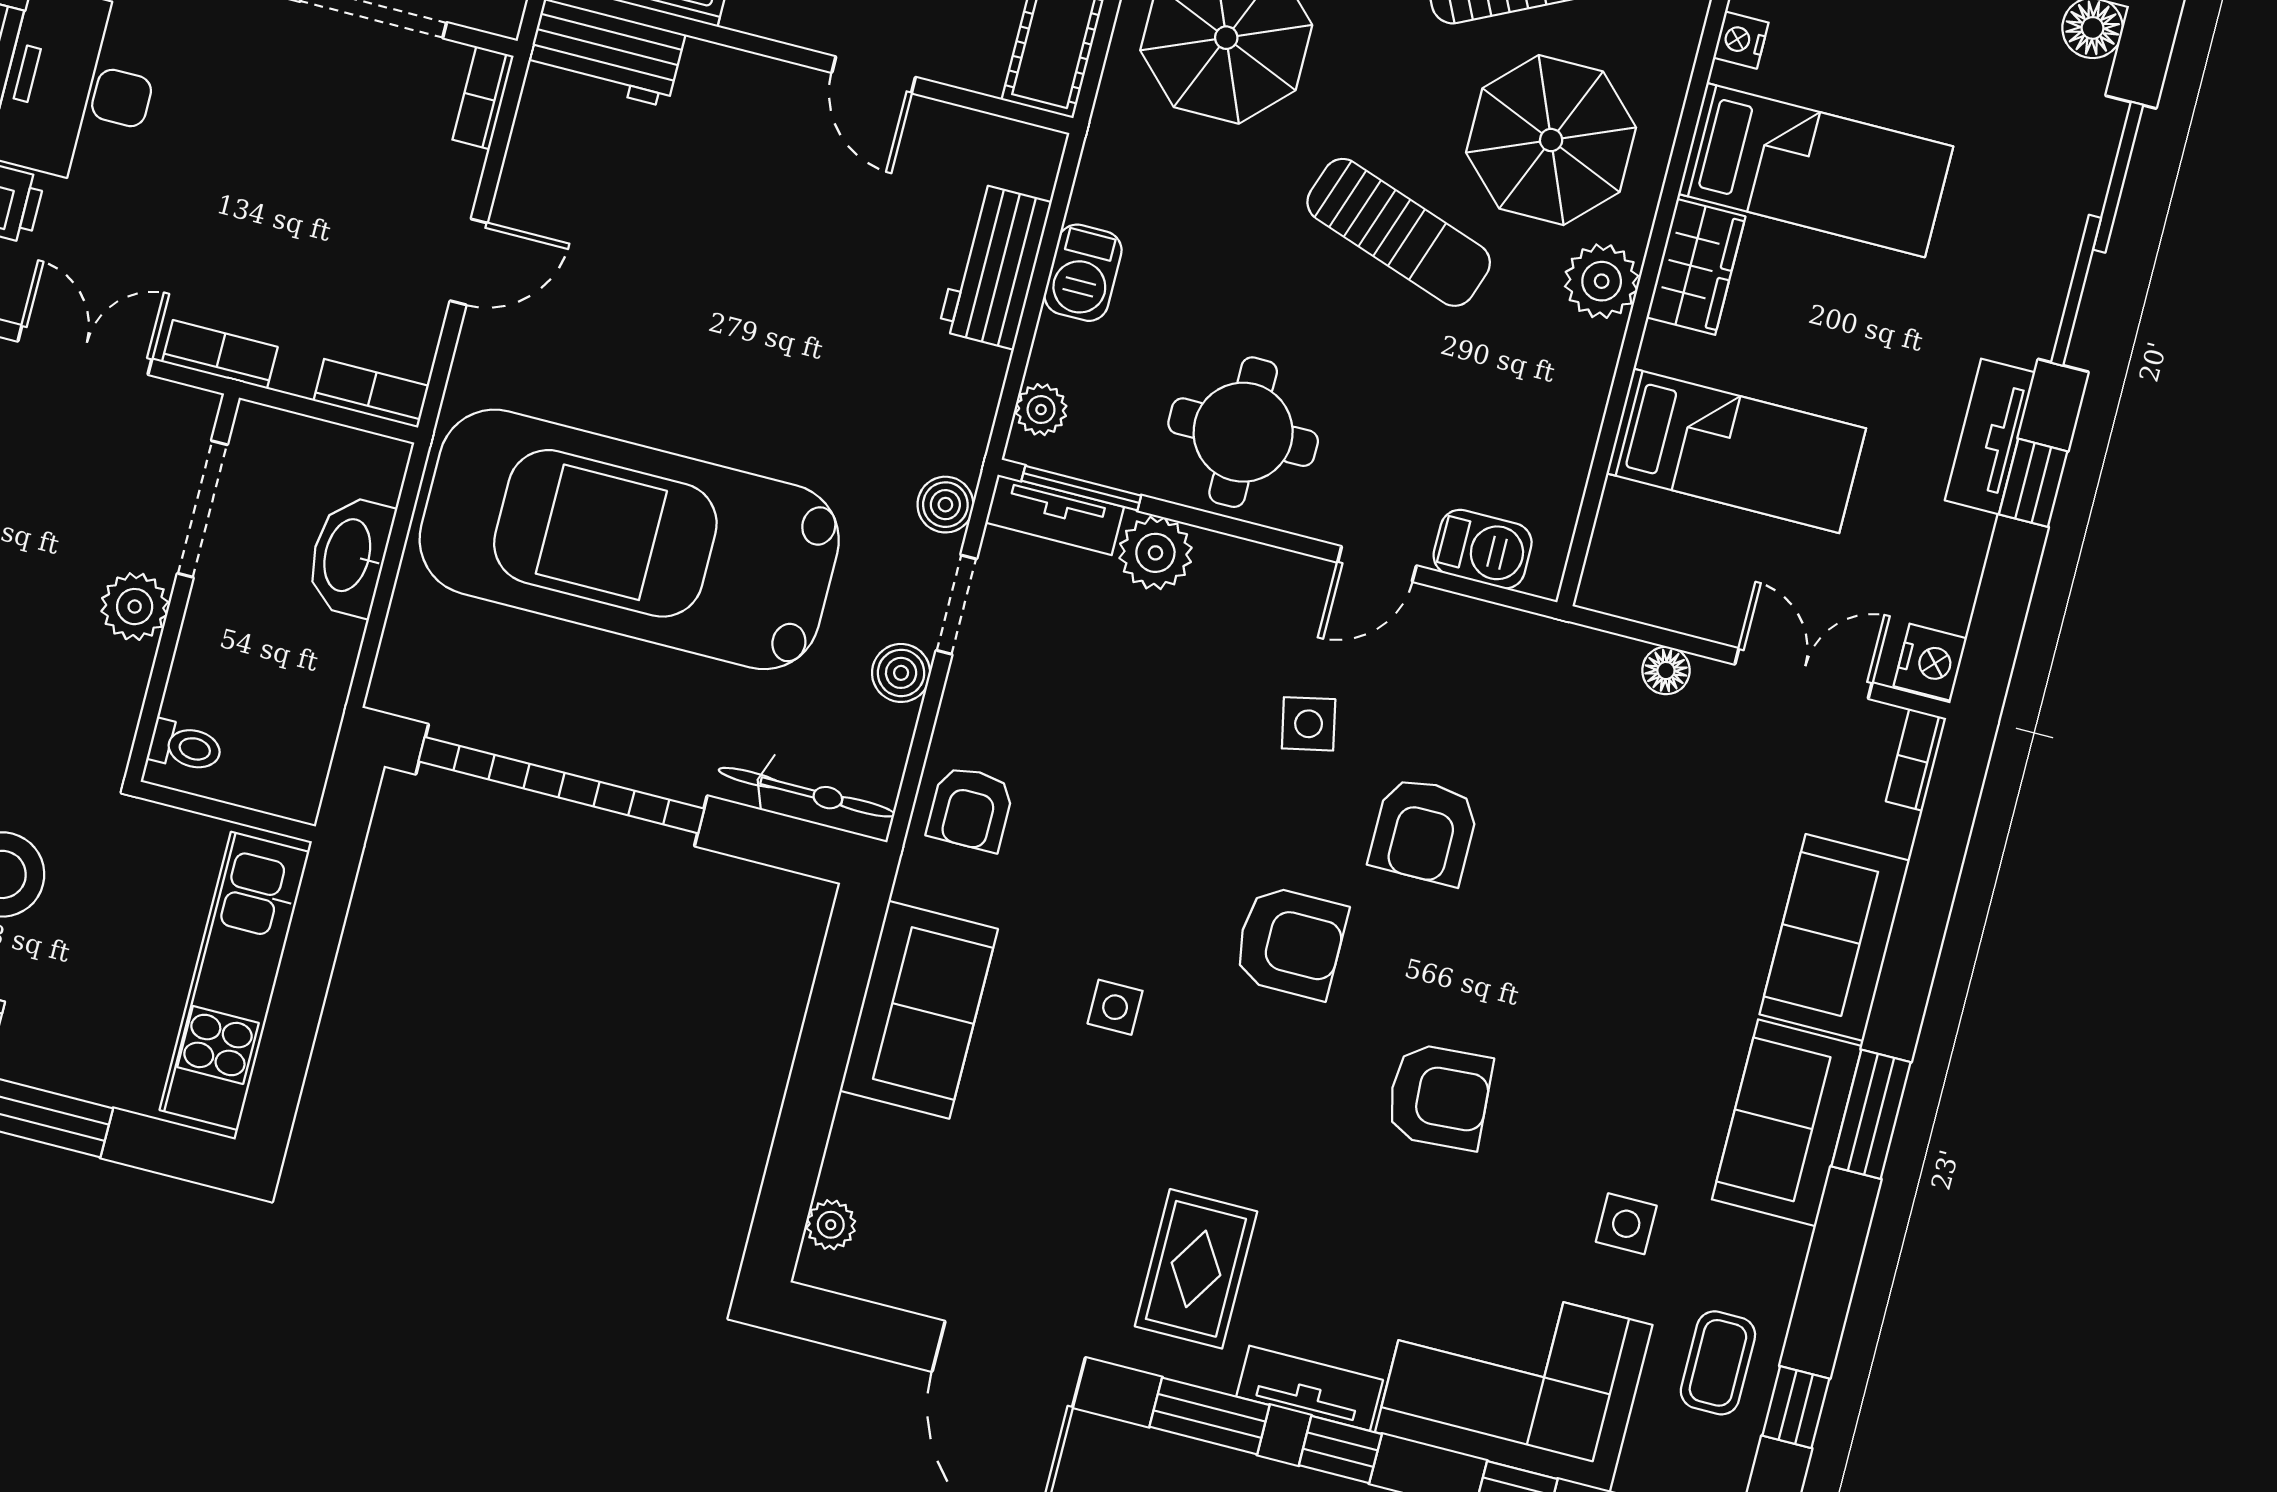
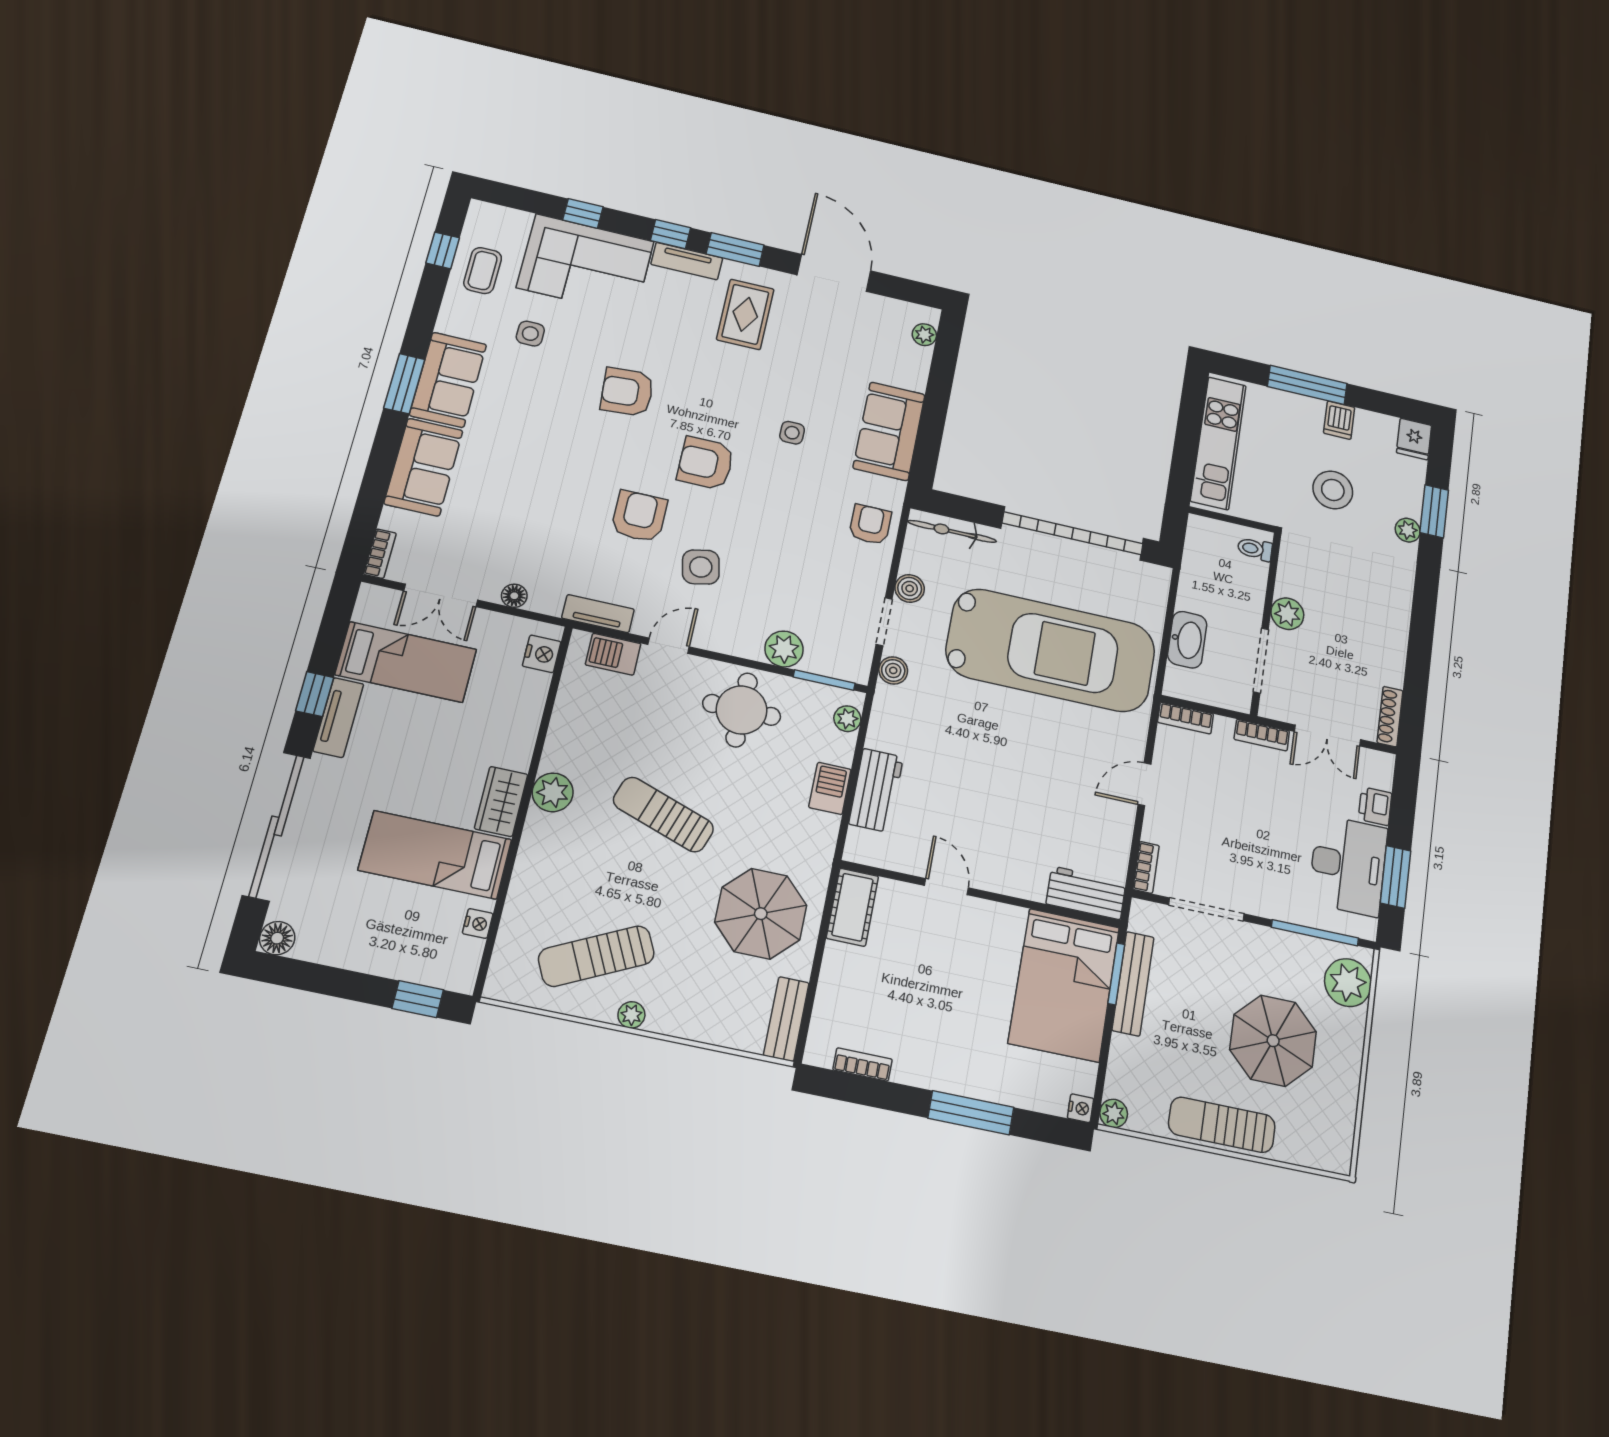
parasol: (1551, 140) -> (582, 866), removed
bed: (1736, 451) -> (406, 662), moved, turned 180
tv unit: (1055, 515) -> (598, 614), moved
nightstand: (1930, 662) -> (542, 654), moved, turned 180
side table: (1309, 724) -> (701, 567), width x1.37, depth x1.37

